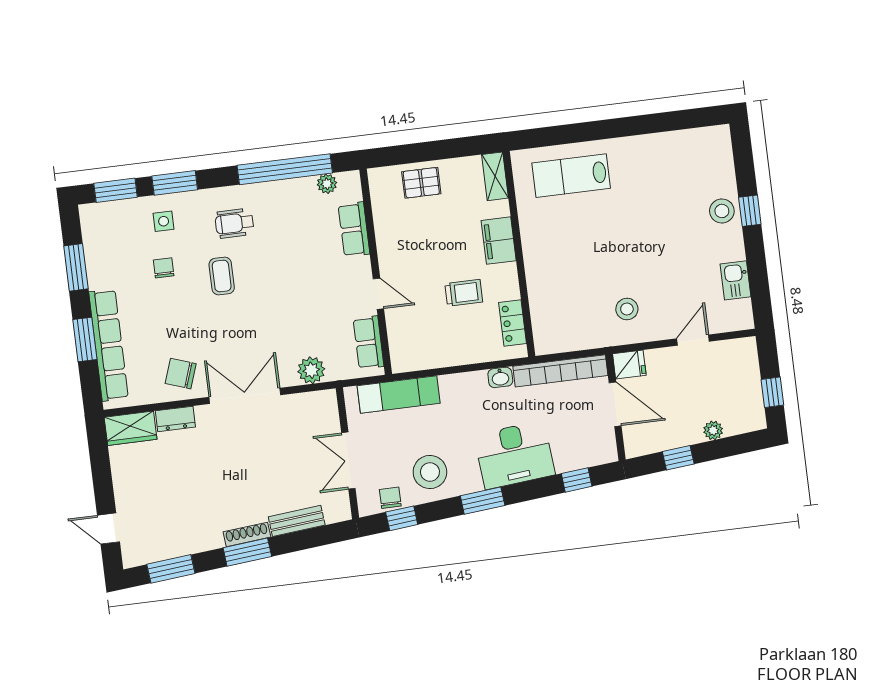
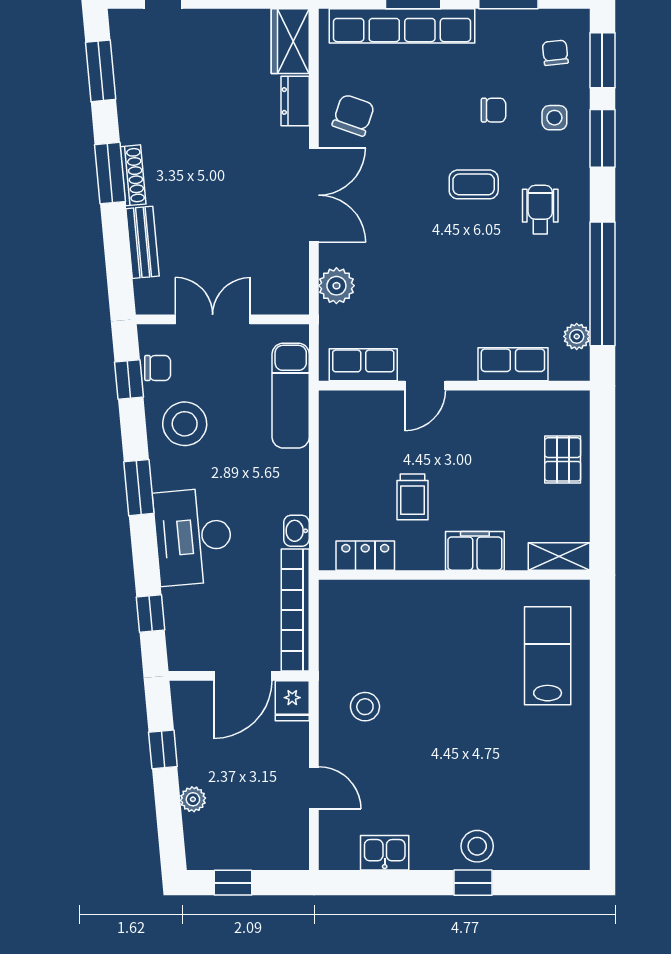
chair: (114, 227) -> (555, 53), added

